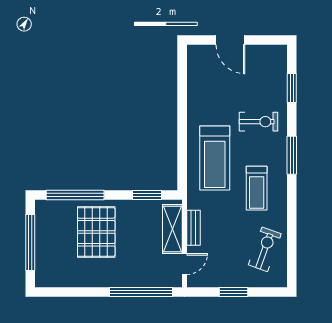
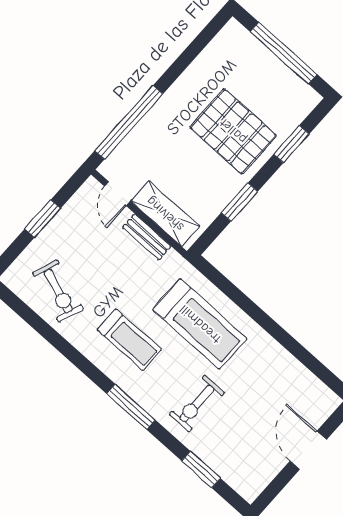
door: (230, 40) -> (308, 450), hinge flipped
treadmill: (215, 158) -> (200, 324), turned 180
treadmill: (257, 188) -> (129, 340), turned 180
window: (75, 195) -> (291, 144), width x0.47
window: (147, 195) -> (239, 202), moved

